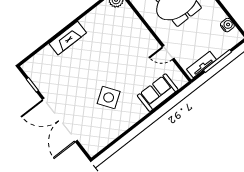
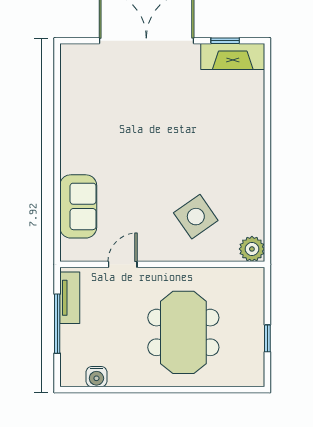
fireplace: (68, 38) -> (233, 57), moved, turned -90
side table: (109, 97) -> (196, 217), moved

